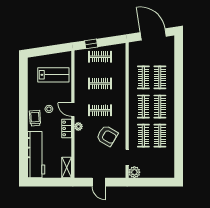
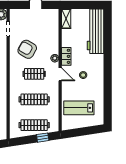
clothes rail: (100, 57) -> (34, 125), width x1.36
clothes rail: (100, 84) -> (34, 99), width x1.36
trolley: (35, 118) -> (96, 66), removed

